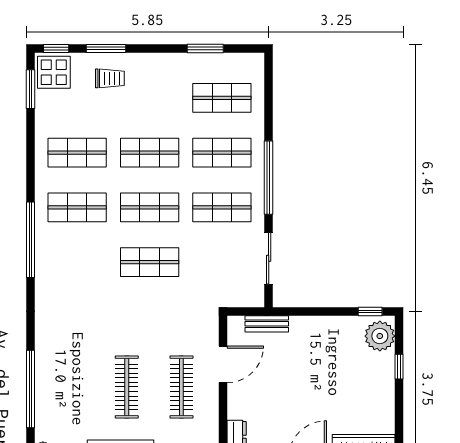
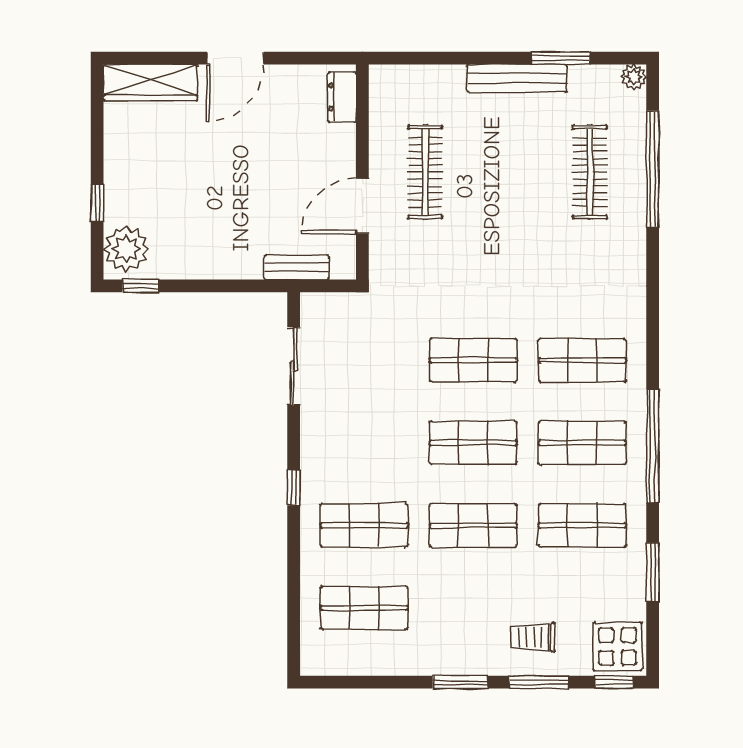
window: (205, 48) -> (460, 682), moved
window: (31, 89) -> (653, 572), moved
window: (269, 178) -> (294, 488), width x0.32
shop shelf: (222, 207) -> (582, 360), moved
window: (31, 240) -> (653, 446), moved
clothes rail: (127, 387) -> (590, 172), moved

